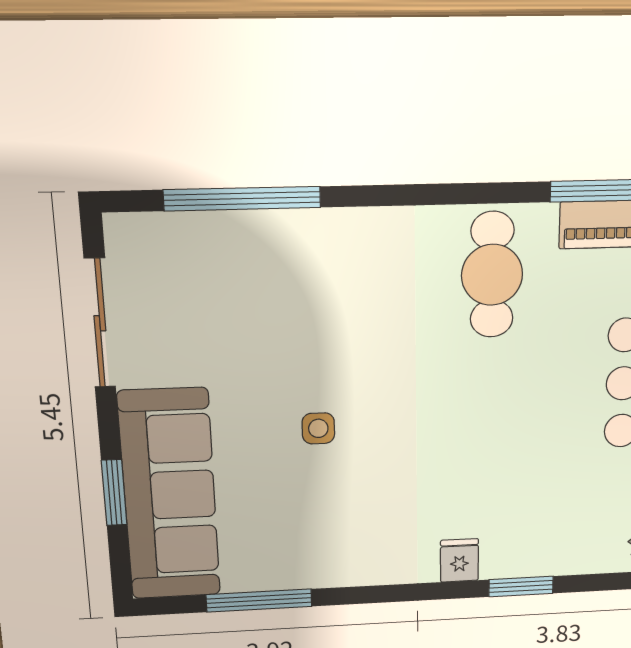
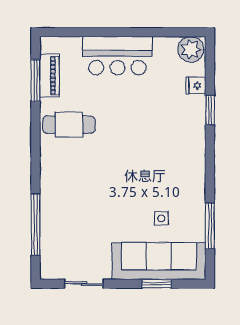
sliding door: (100, 323) -> (84, 284), width x0.73
side table: (318, 428) -> (161, 218), moved
fridge: (459, 560) -> (196, 86), moved

